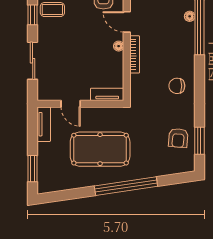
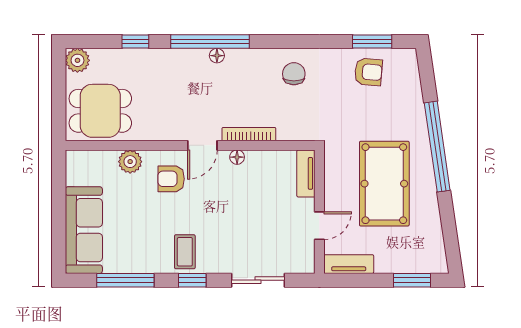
floor lamp: (190, 16) -> (217, 56), moved
chair: (177, 86) -> (294, 74), turned 180

